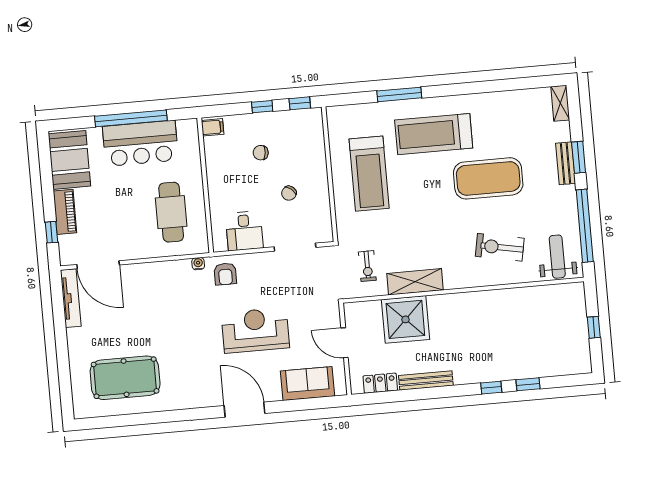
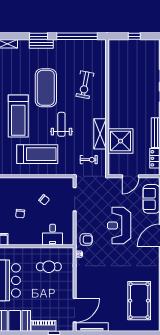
cafe table: (171, 212) -> (49, 267), width x0.73, depth x0.74
desk: (244, 231) -> (53, 235), moved, turned 90
weight bench: (557, 257) -> (61, 124), moved, turned 90

